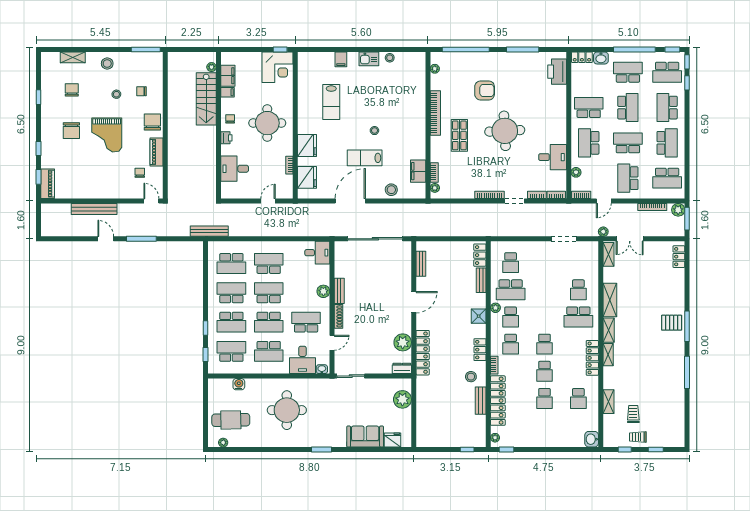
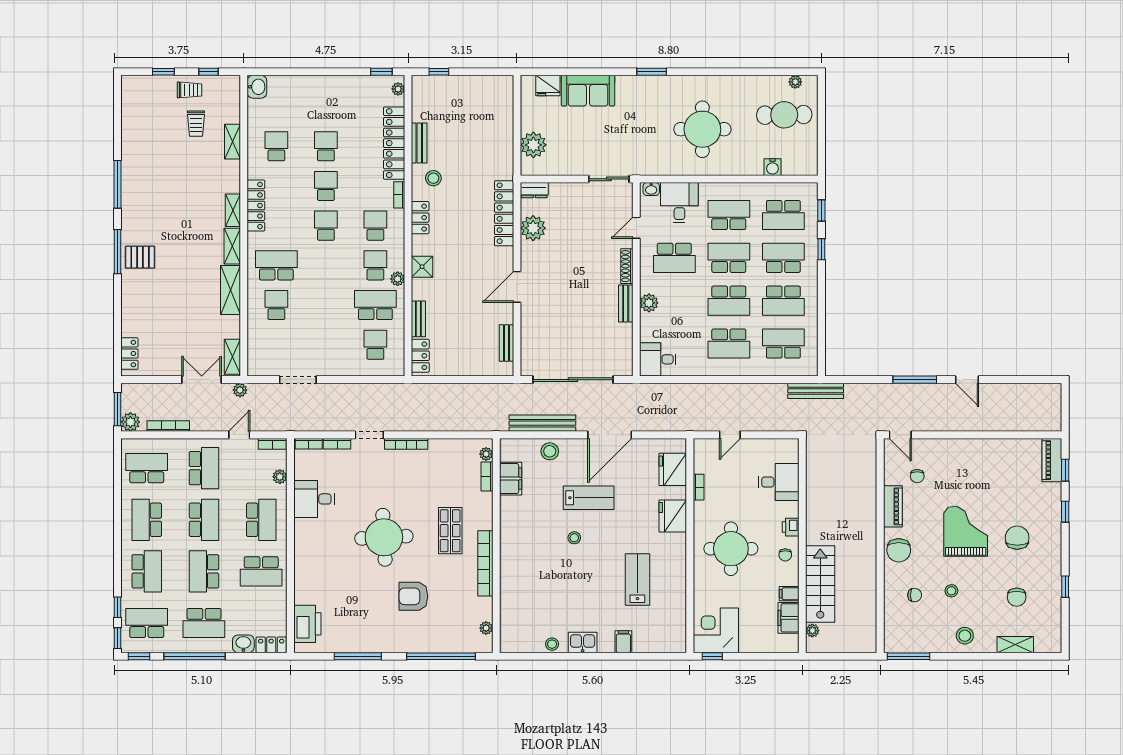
school desk: (628, 143) -> (204, 520), turned -90
bench: (94, 209) -> (542, 423), moved

